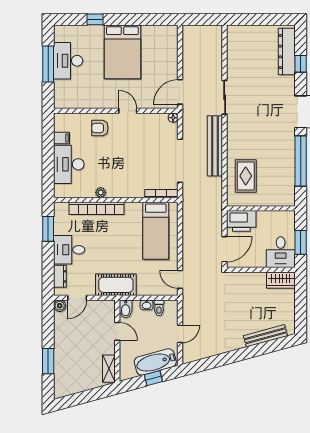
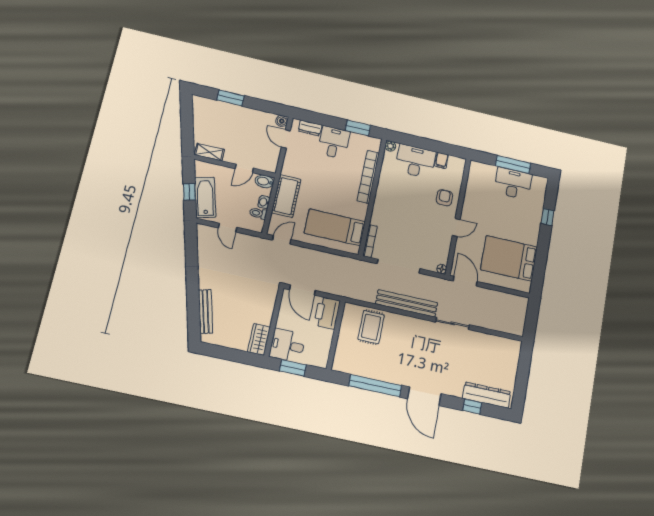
bed: (122, 52) -> (509, 258), moved
rug: (246, 176) -> (371, 327), turned 90
plant: (101, 192) -> (390, 146), moved
cot: (116, 285) -> (286, 196), moved

